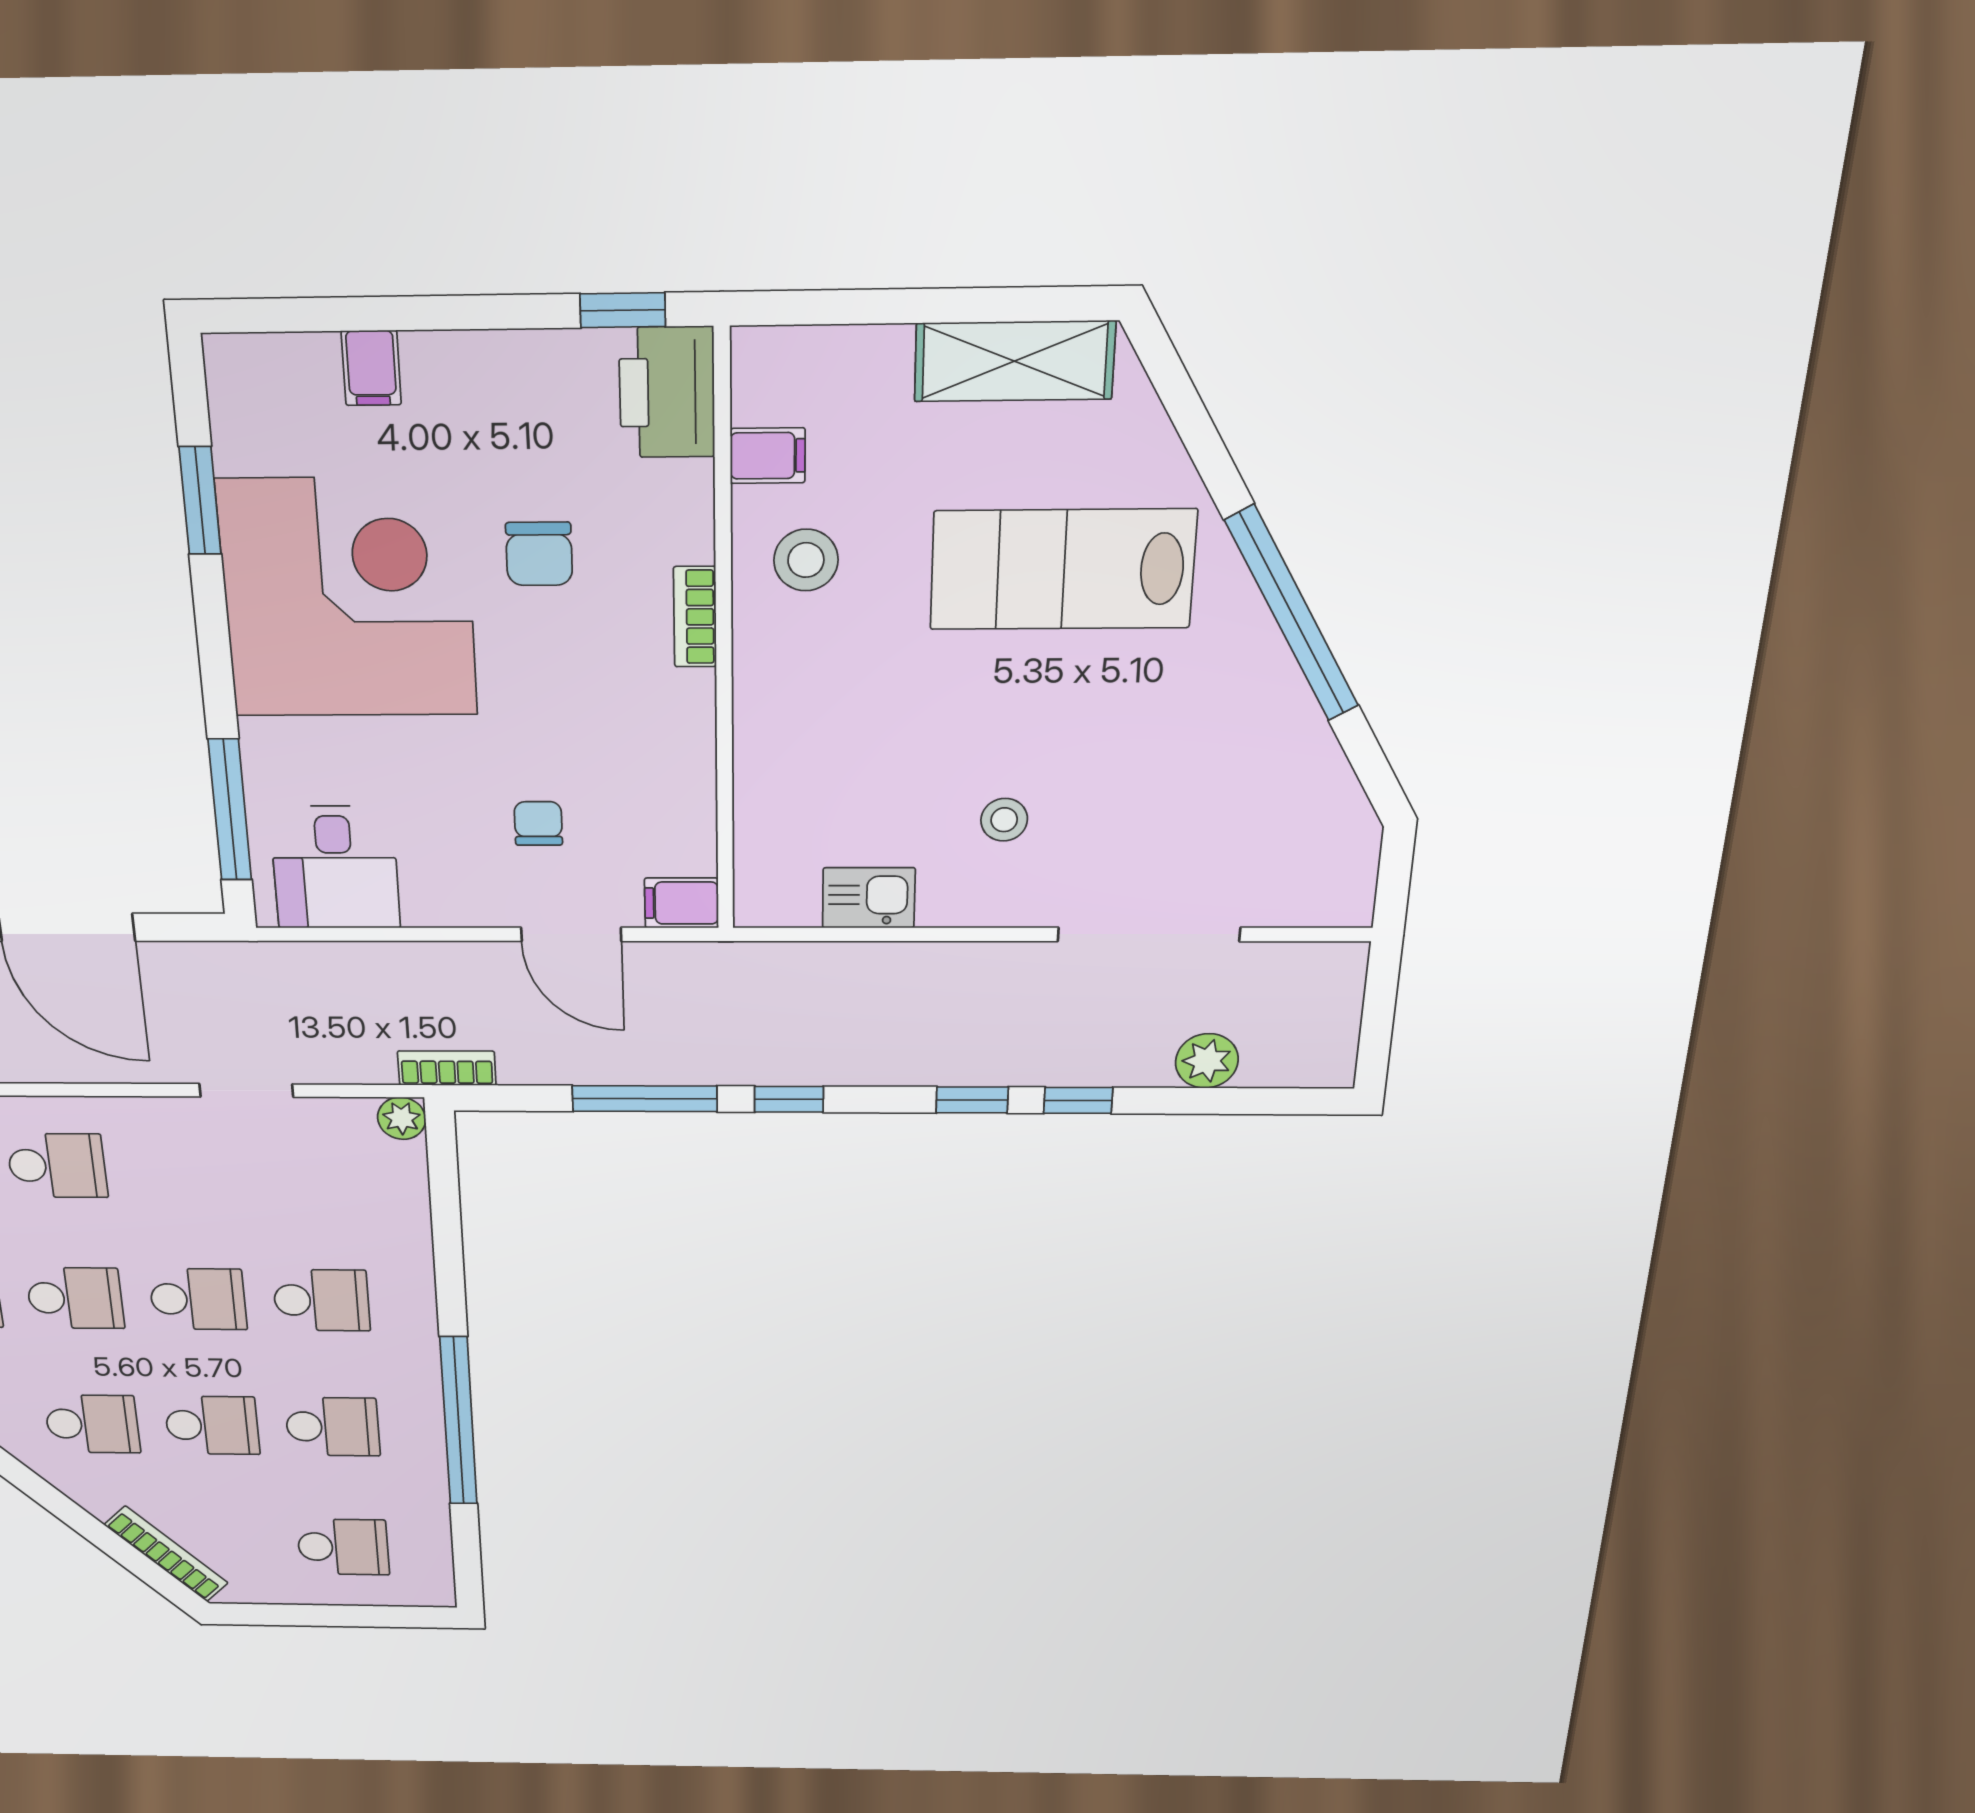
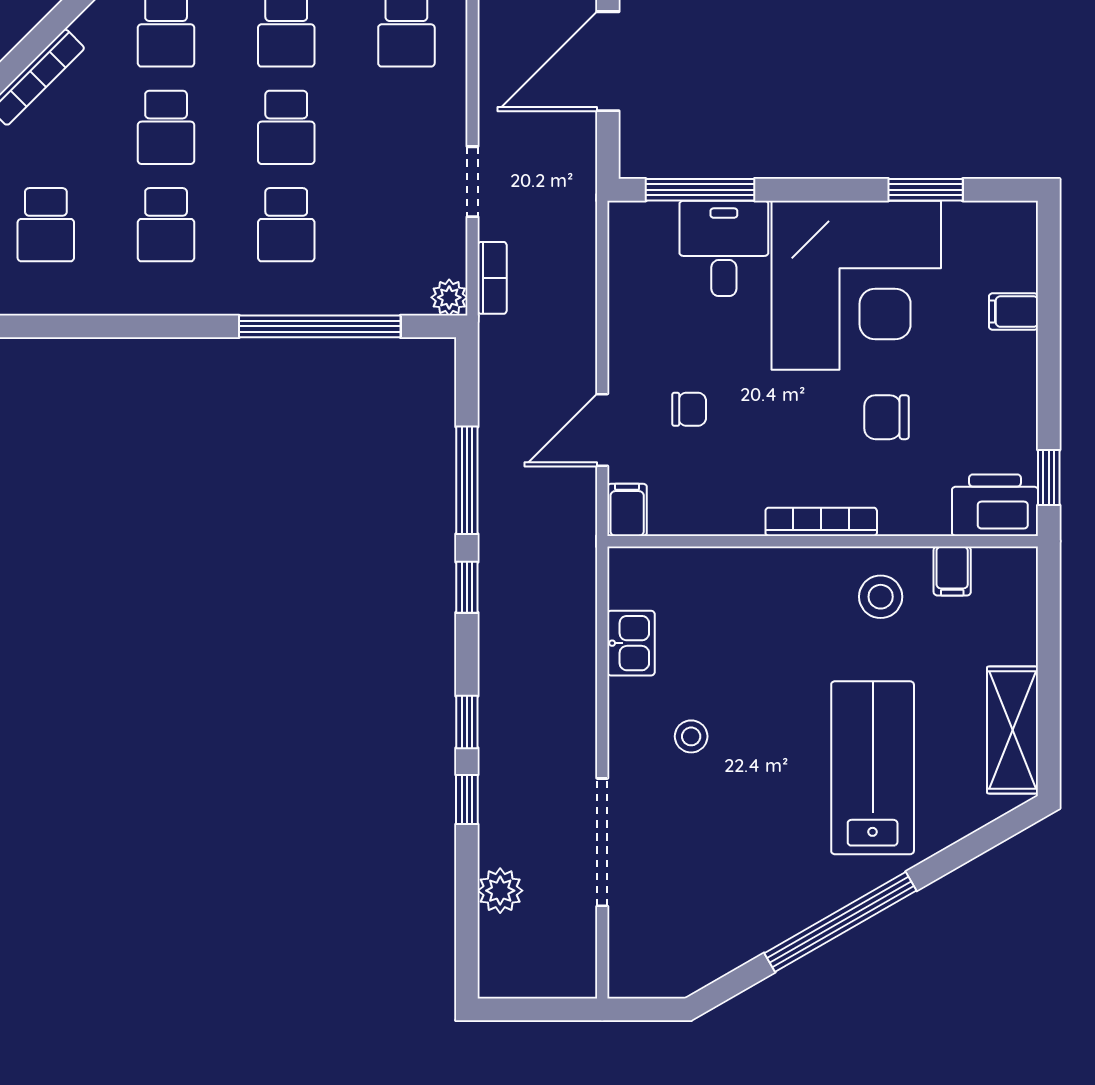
bookcase: (695, 617) -> (821, 522), width x1.56
desk: (335, 868) -> (724, 248), moved, turned 90
bookcase: (447, 1068) -> (492, 278), moved
window: (459, 1421) -> (320, 326), moved

